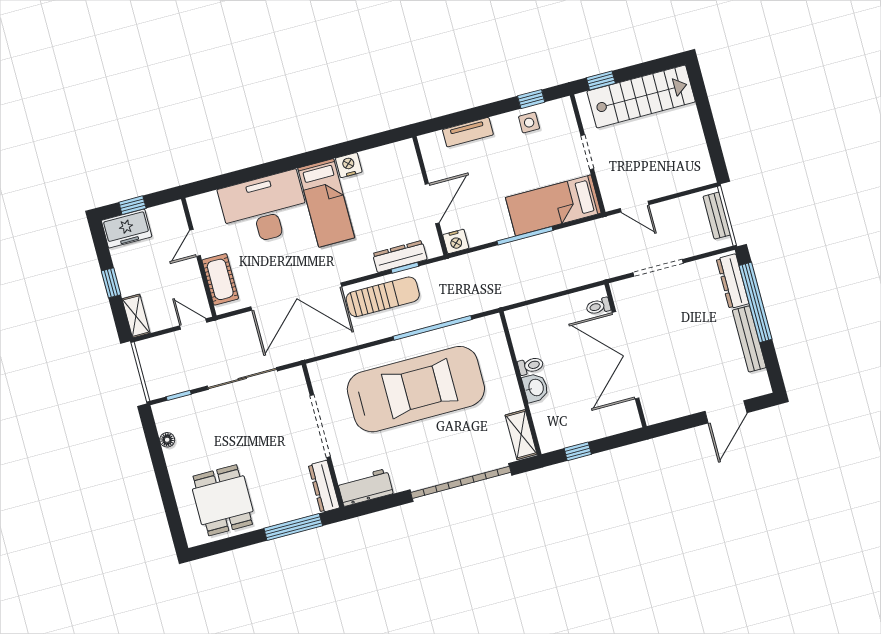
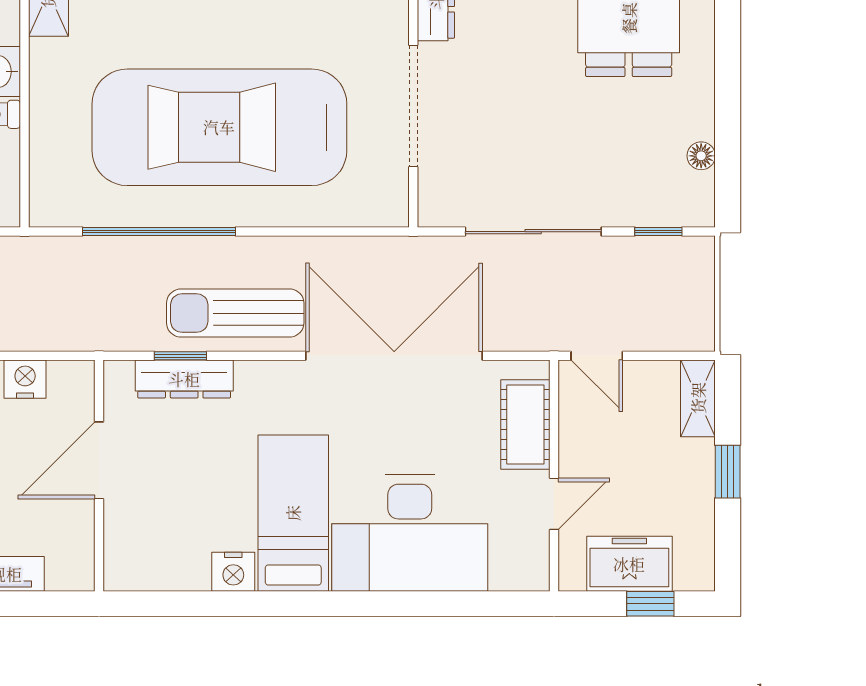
freezer: (127, 229) -> (629, 564), moved
nightstand: (456, 241) -> (25, 379), moved

